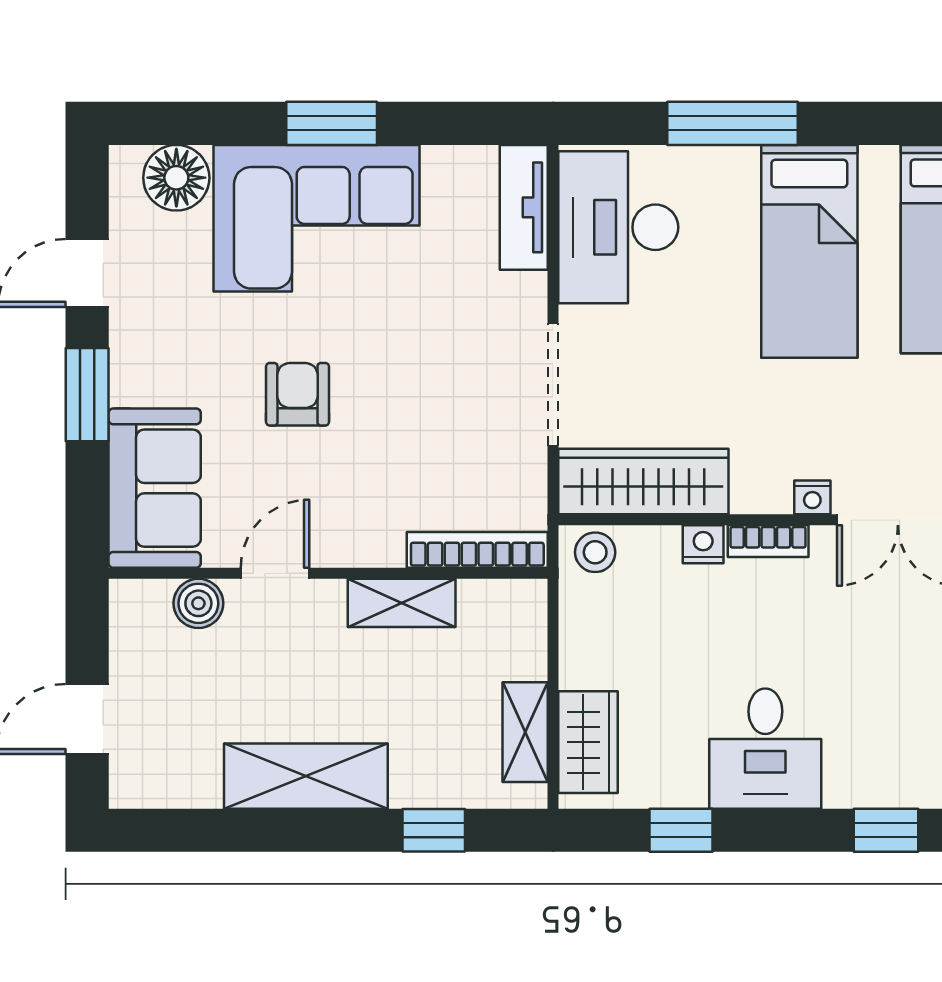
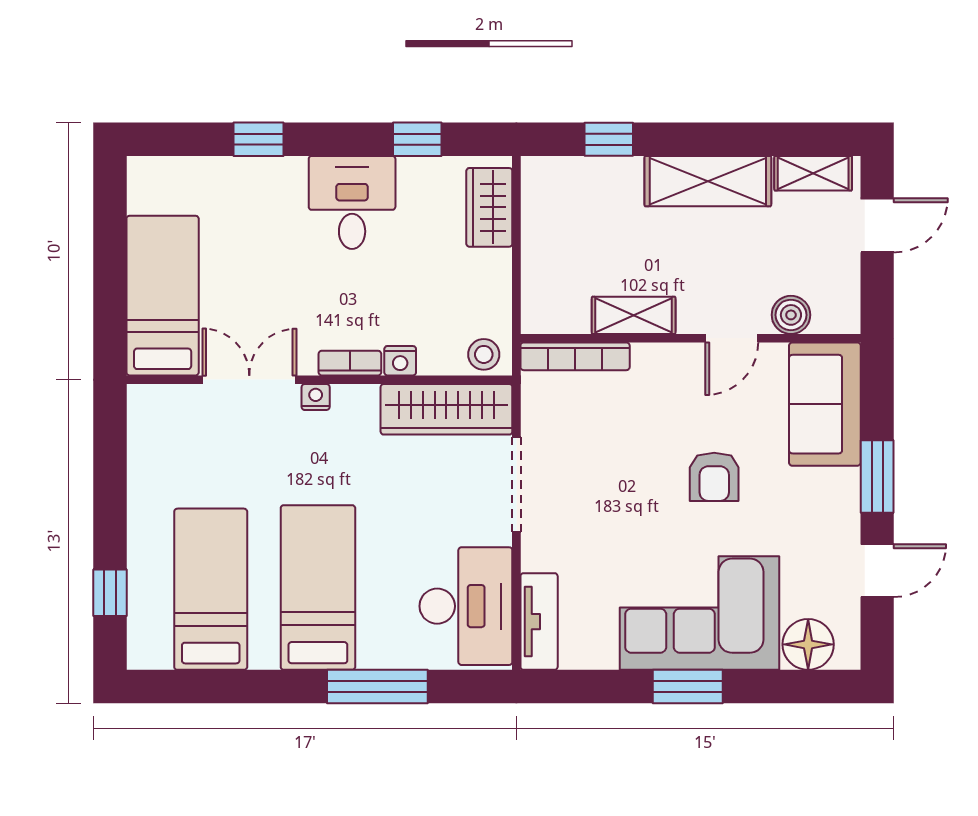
shelving: (525, 732) -> (813, 173), moved, turned 90

